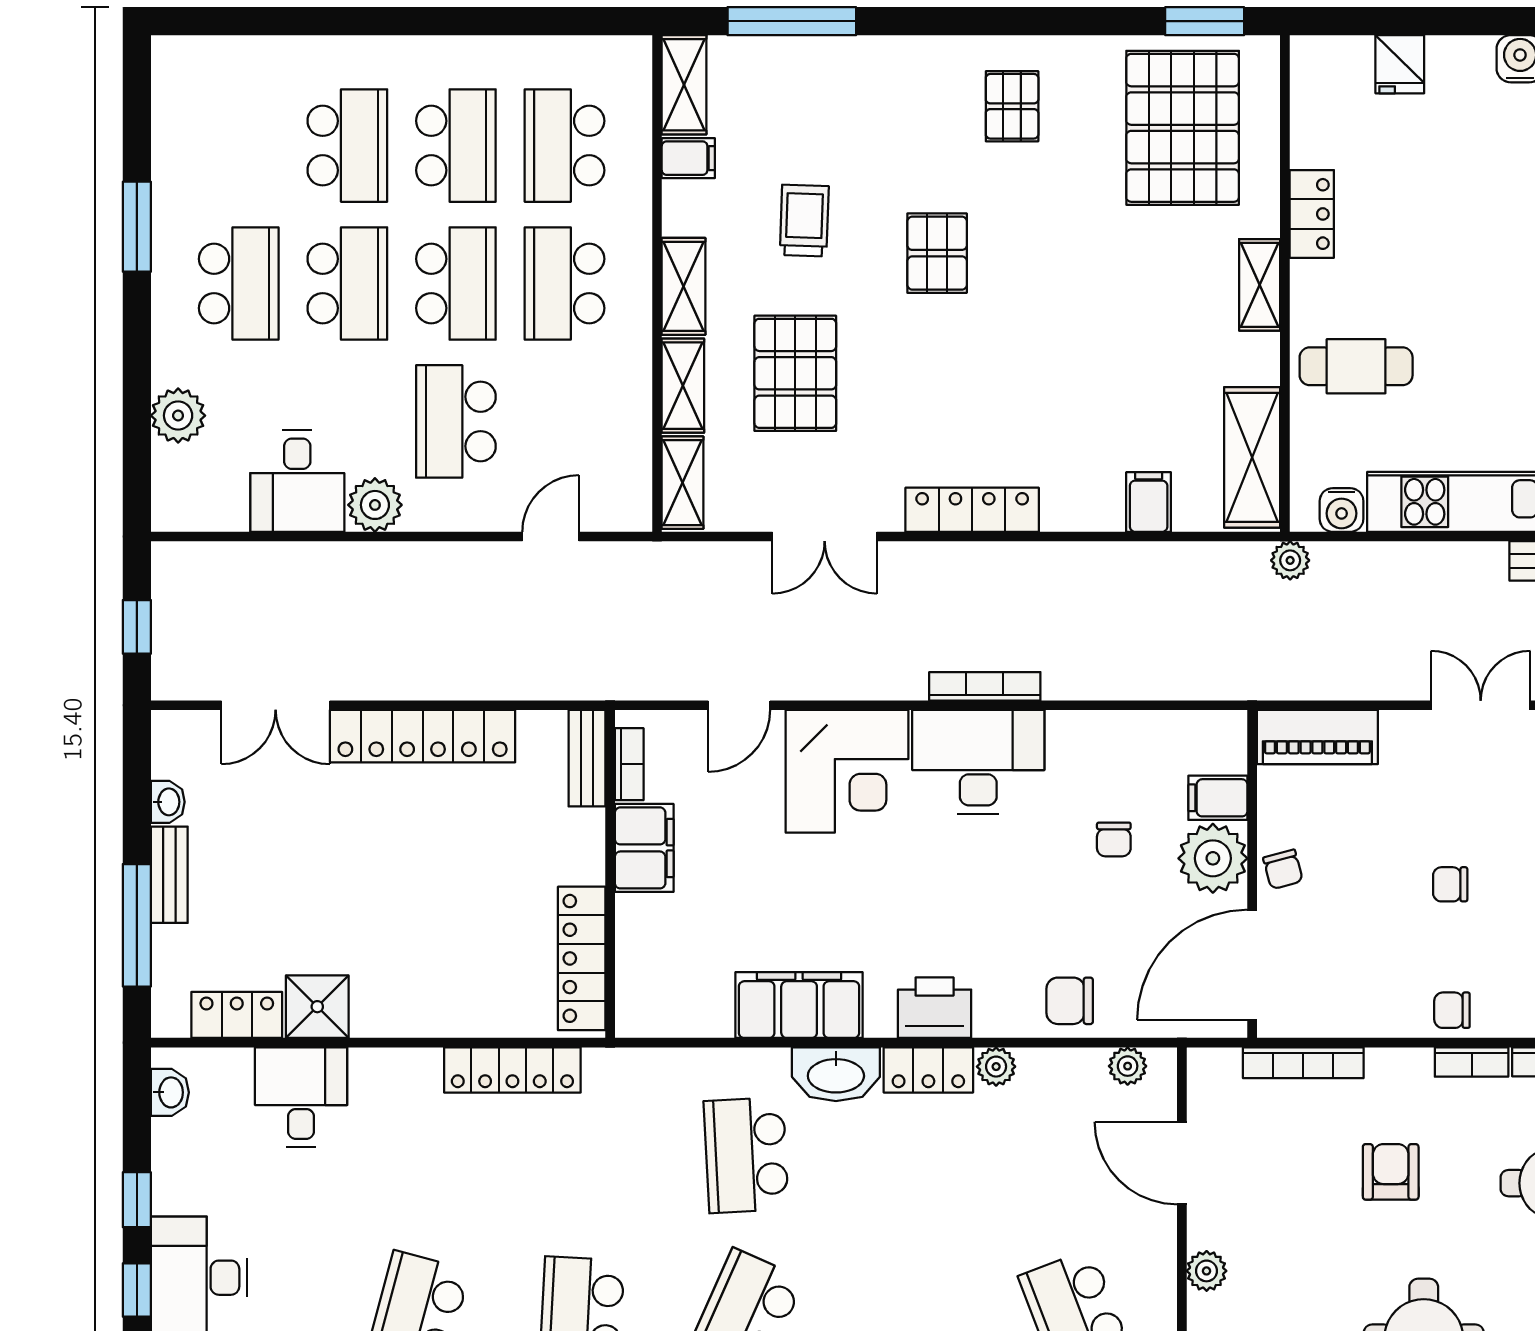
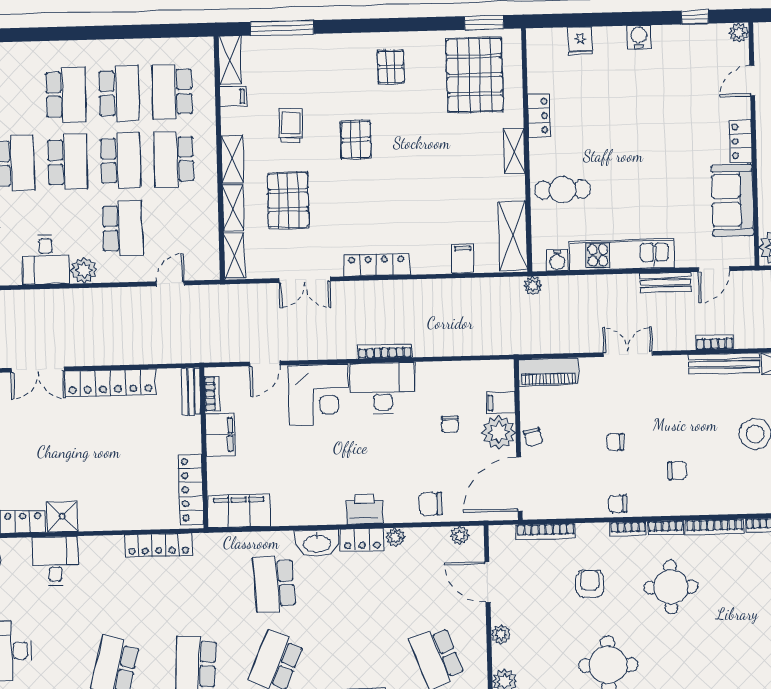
school desk: (456, 421) -> (123, 228), turned 180
filing cabinet: (799, 1005) -> (239, 511), moved

